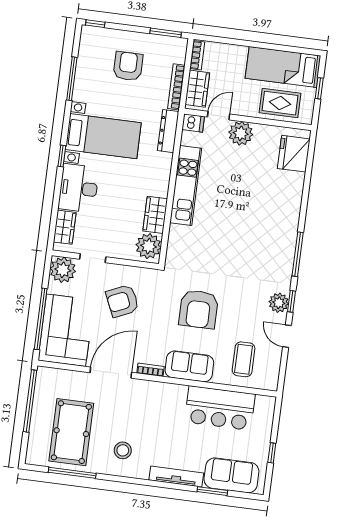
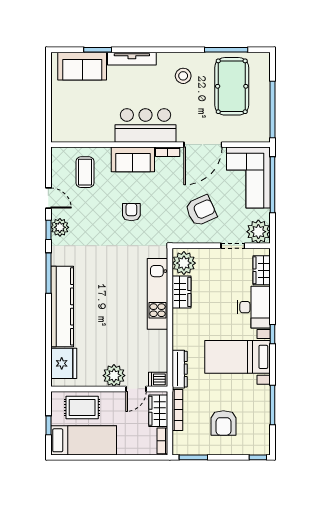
kitchen unit: (186, 186) -> (157, 294), moved
kitchen counter: (287, 216) -> (62, 306), added
armchair: (199, 309) -> (131, 212), width x0.53, depth x0.53
bar counter: (220, 408) -> (145, 125), moved
window: (272, 453) -> (48, 91), removed

